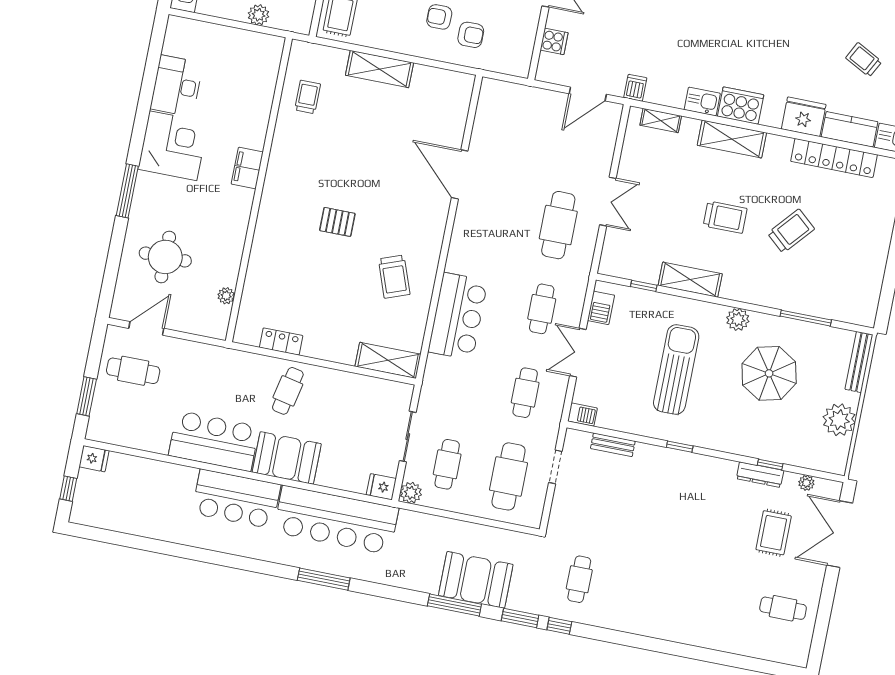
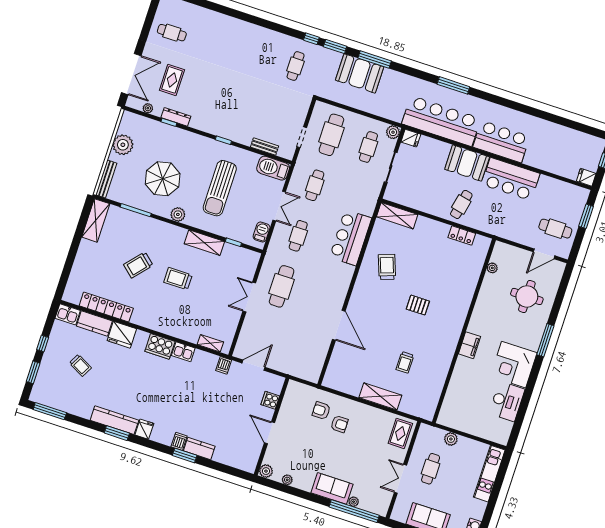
trolley: (308, 97) -> (405, 362), moved
shelving: (732, 139) -> (96, 220), moved, turned 90
barbecue: (582, 415) -> (273, 168), width x1.88, depth x1.53

